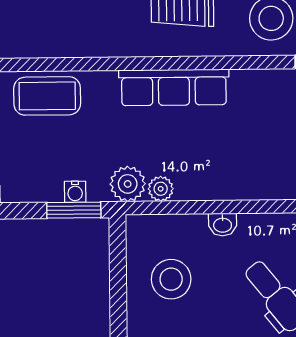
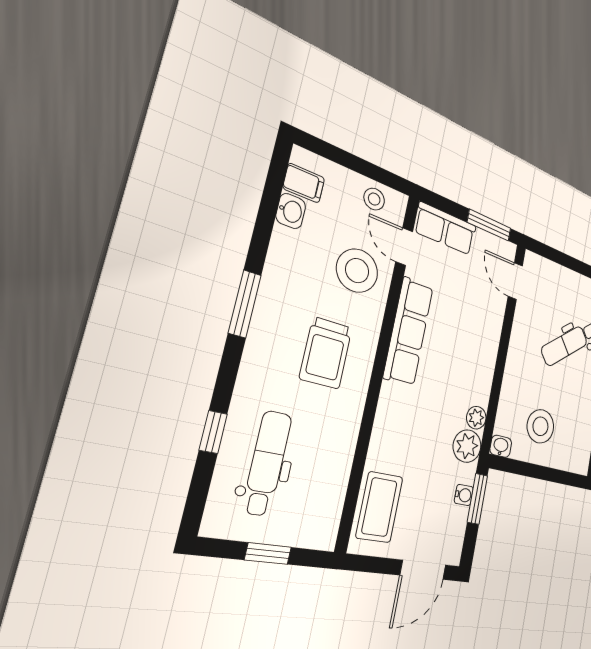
row of seats: (174, 87) -> (409, 331), moved
washbasin: (223, 225) -> (501, 446), moved, turned -90

